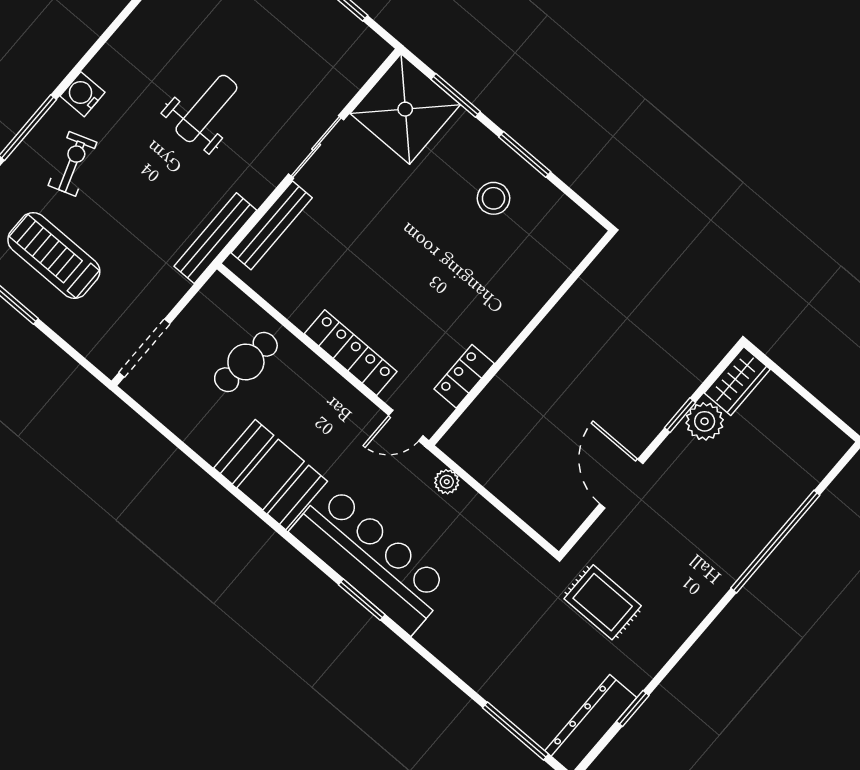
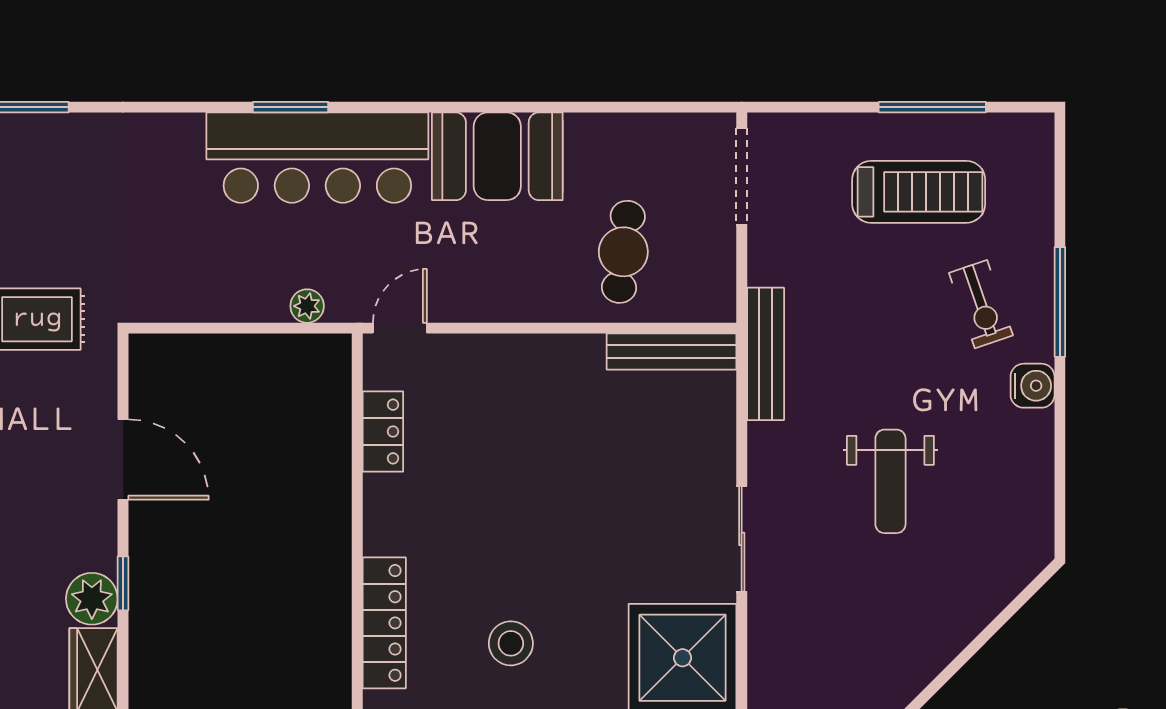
bench: (272, 225) -> (672, 352), moved, turned 90
locker: (351, 353) -> (384, 623), moved, turned -90

